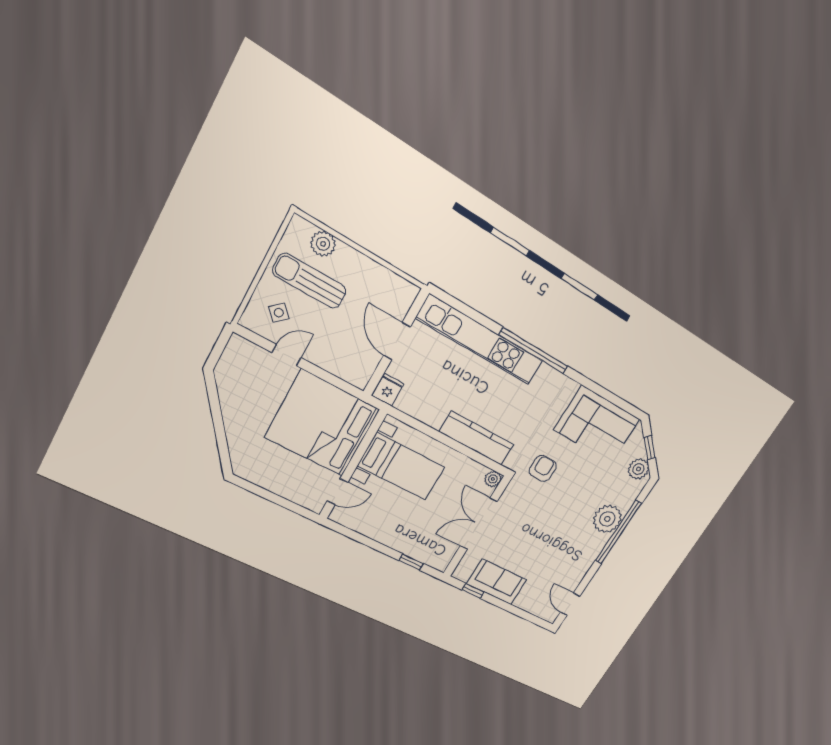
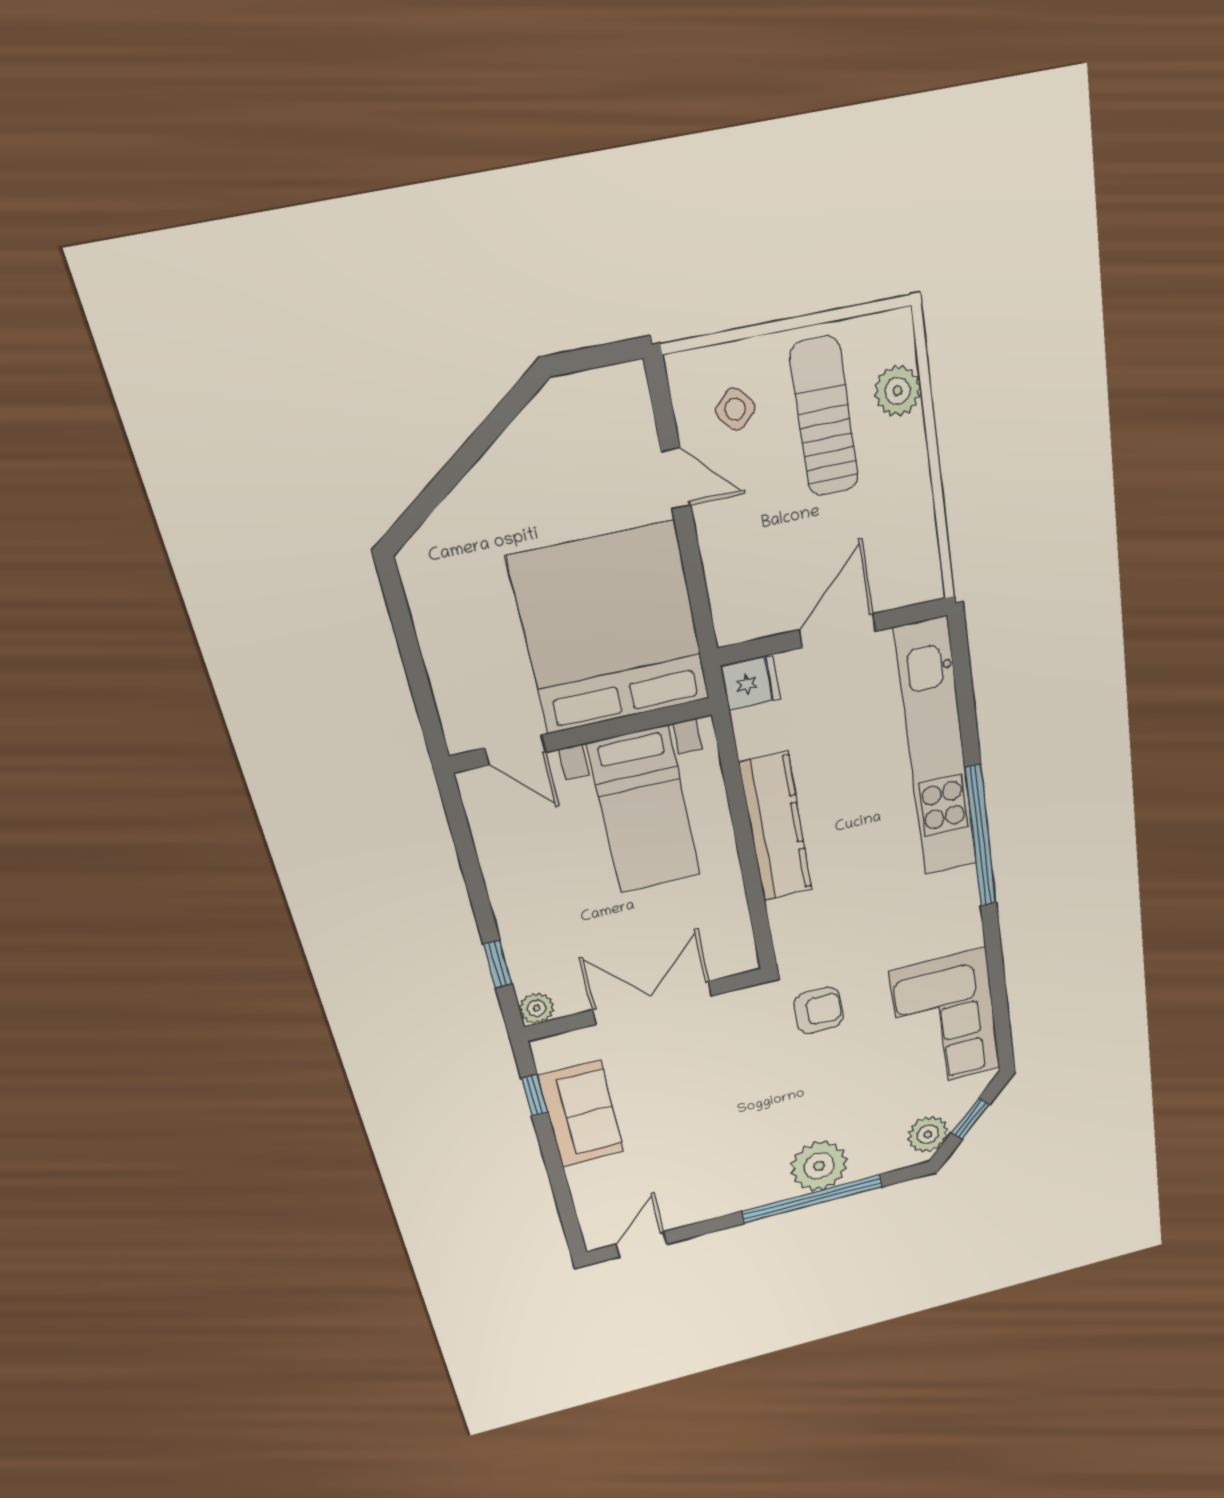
kitchen counter: (477, 438) -> (776, 827), moved
plant: (493, 479) -> (537, 1008), moved

